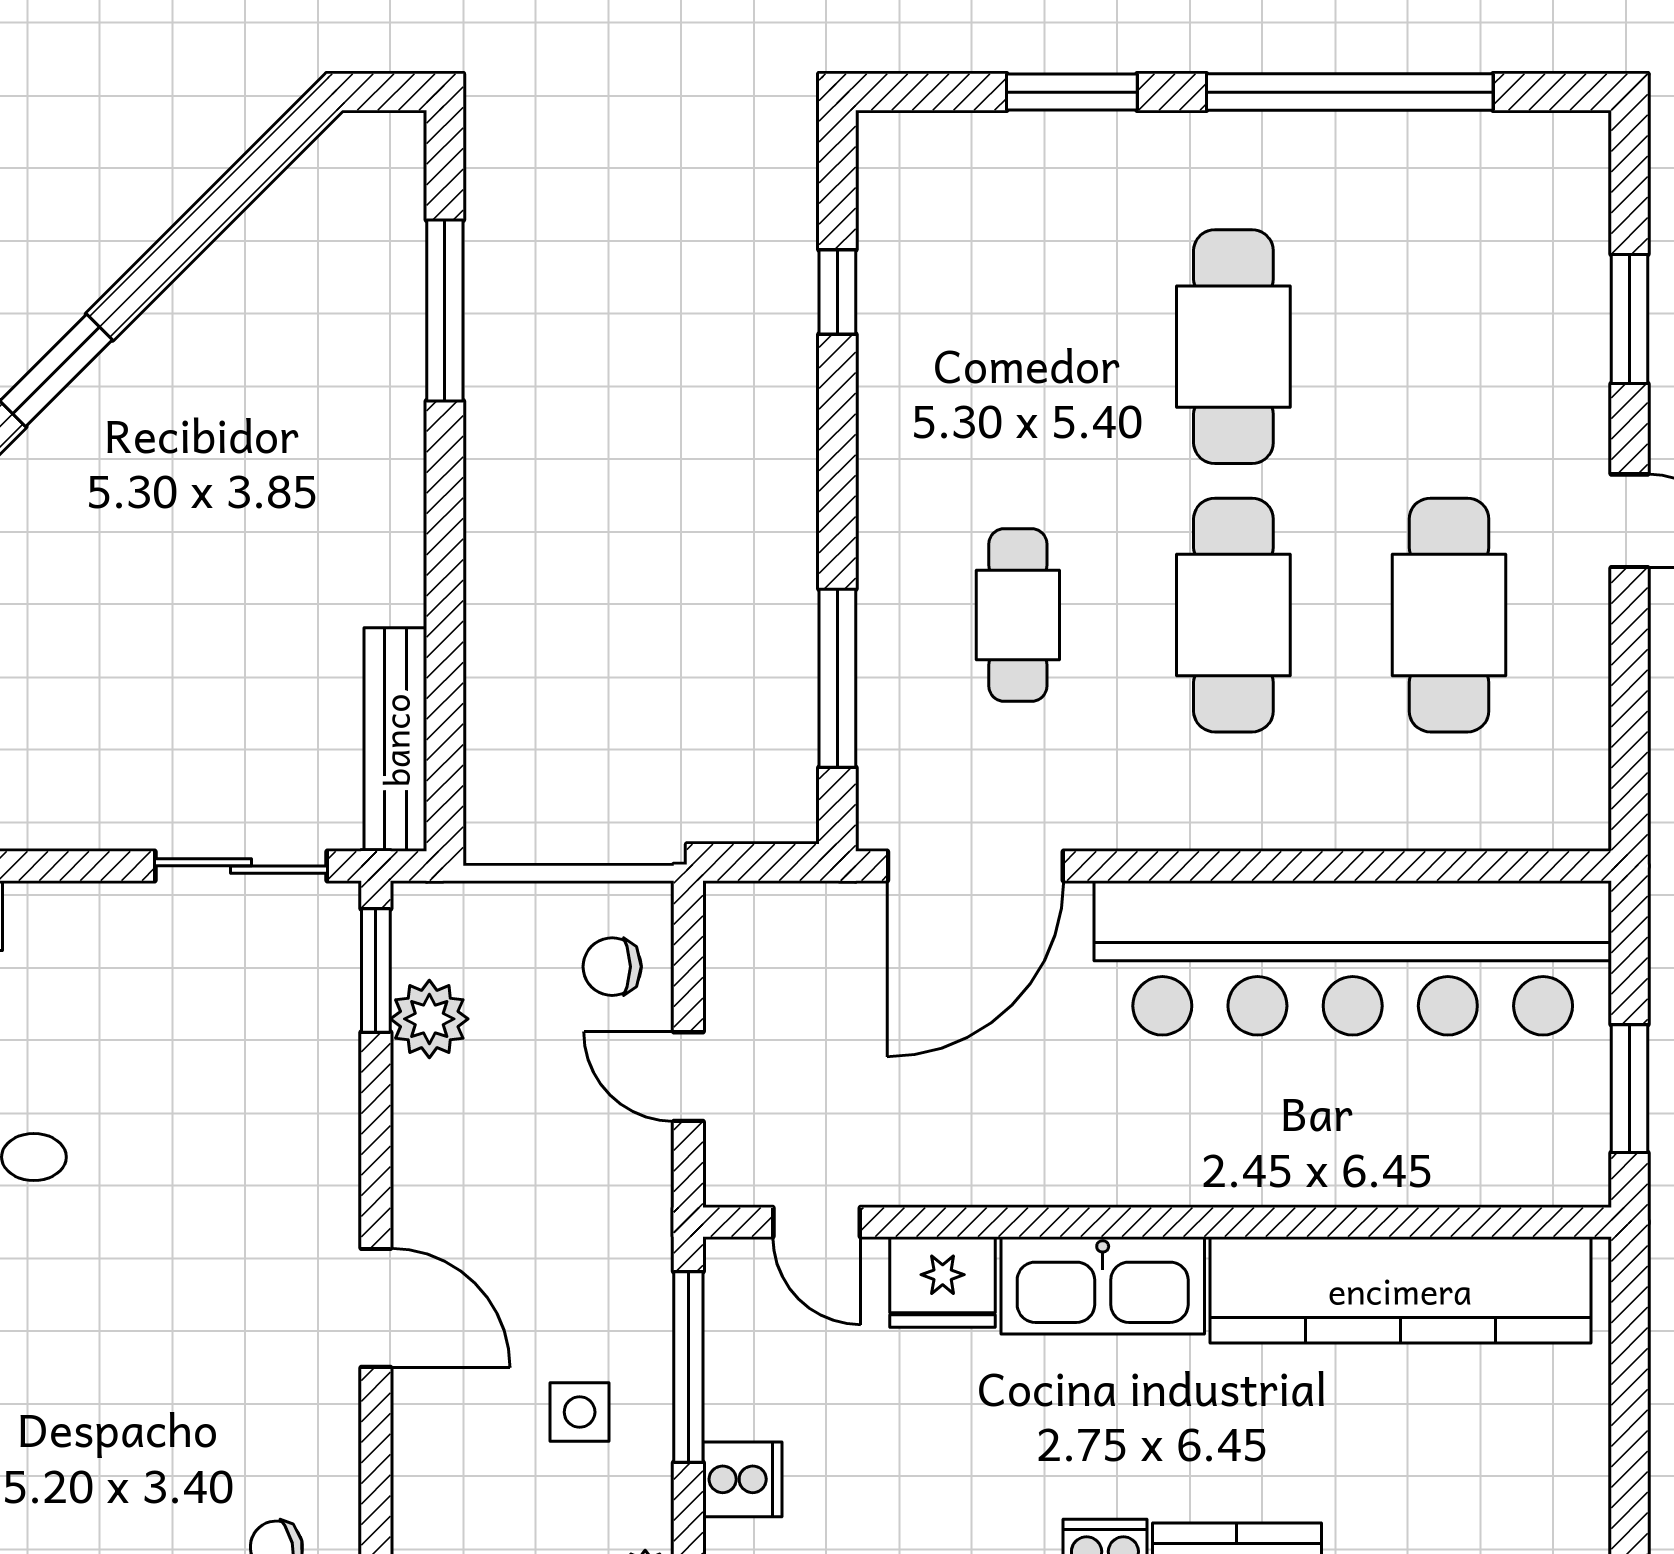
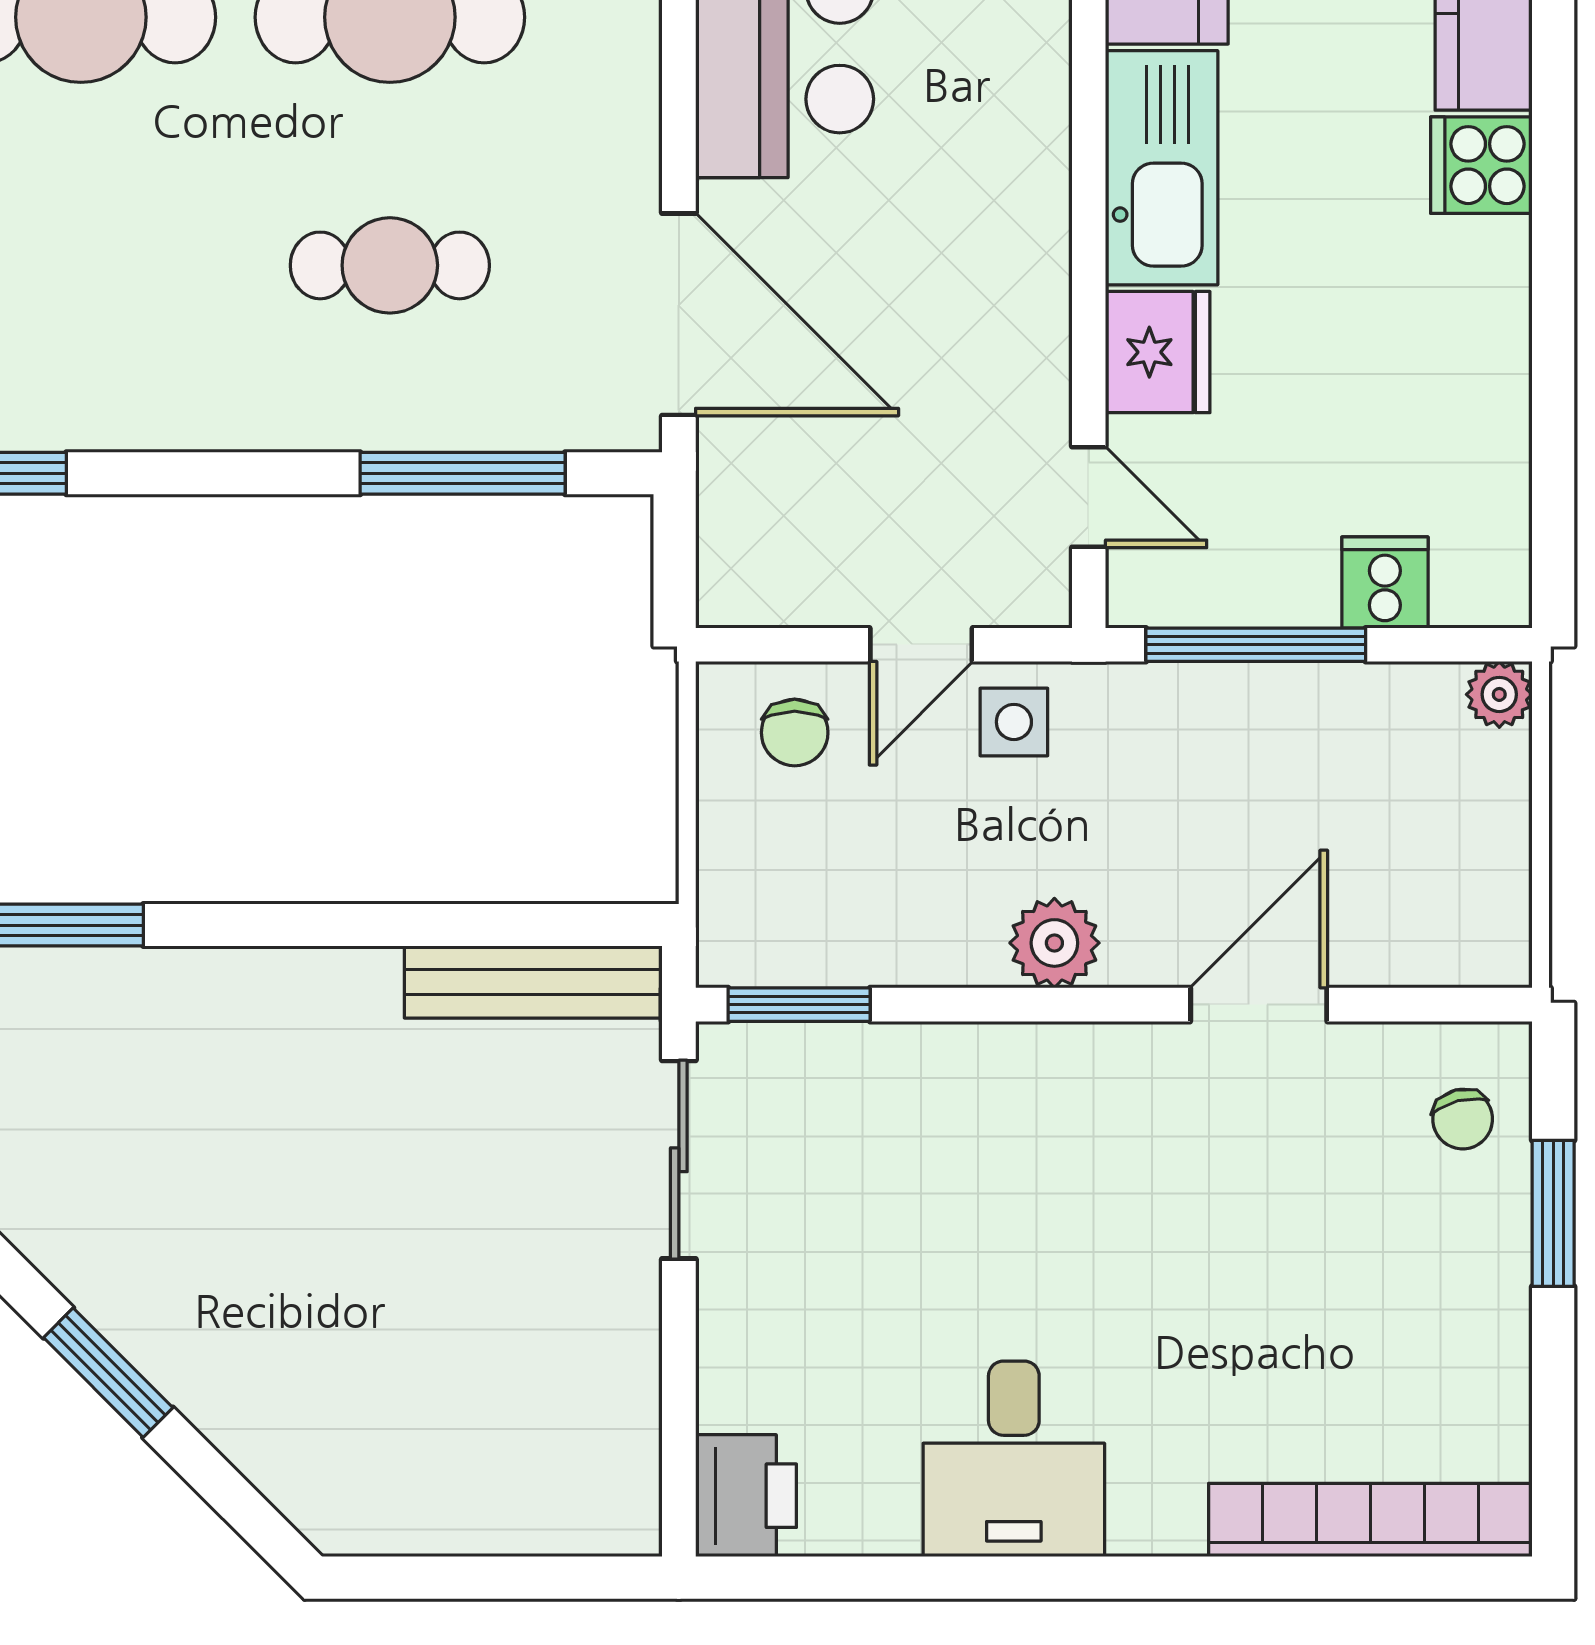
plant: (429, 1019) -> (1054, 943), moved
door: (817, 1222) -> (1089, 497), hinge flipped
door: (376, 1308) -> (1259, 1005), moved
side table: (580, 1412) -> (1014, 722), moved

